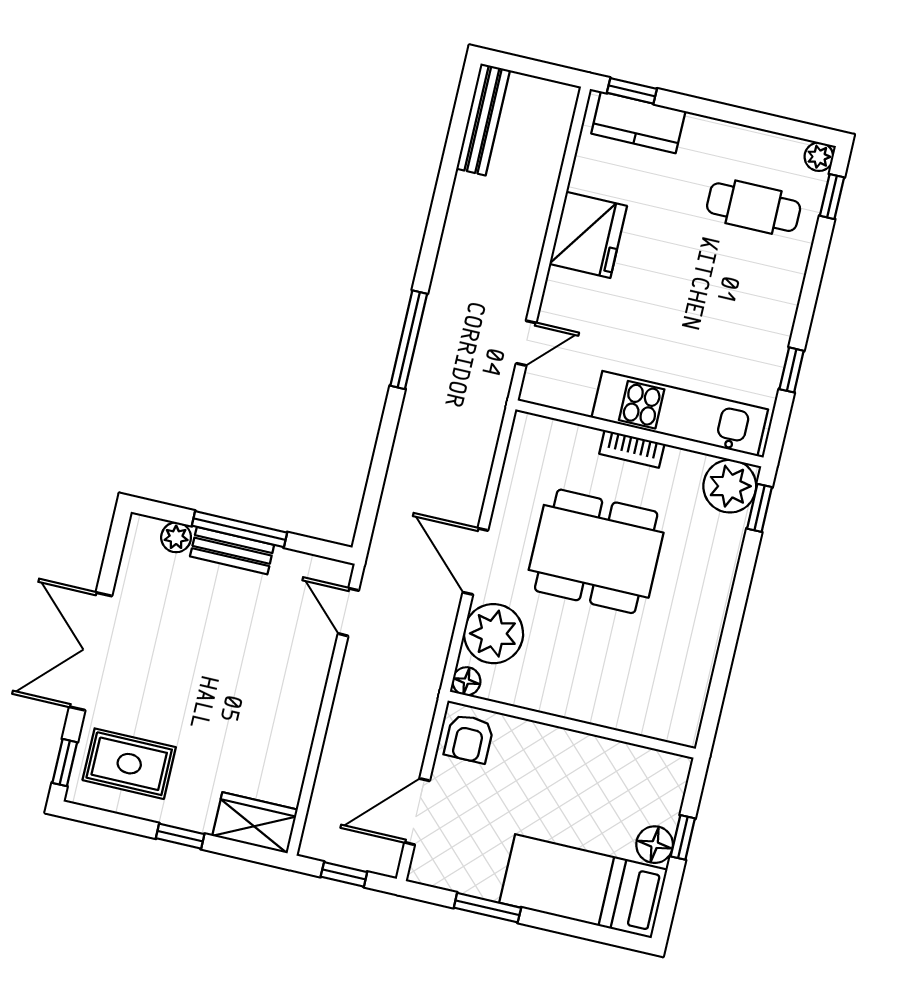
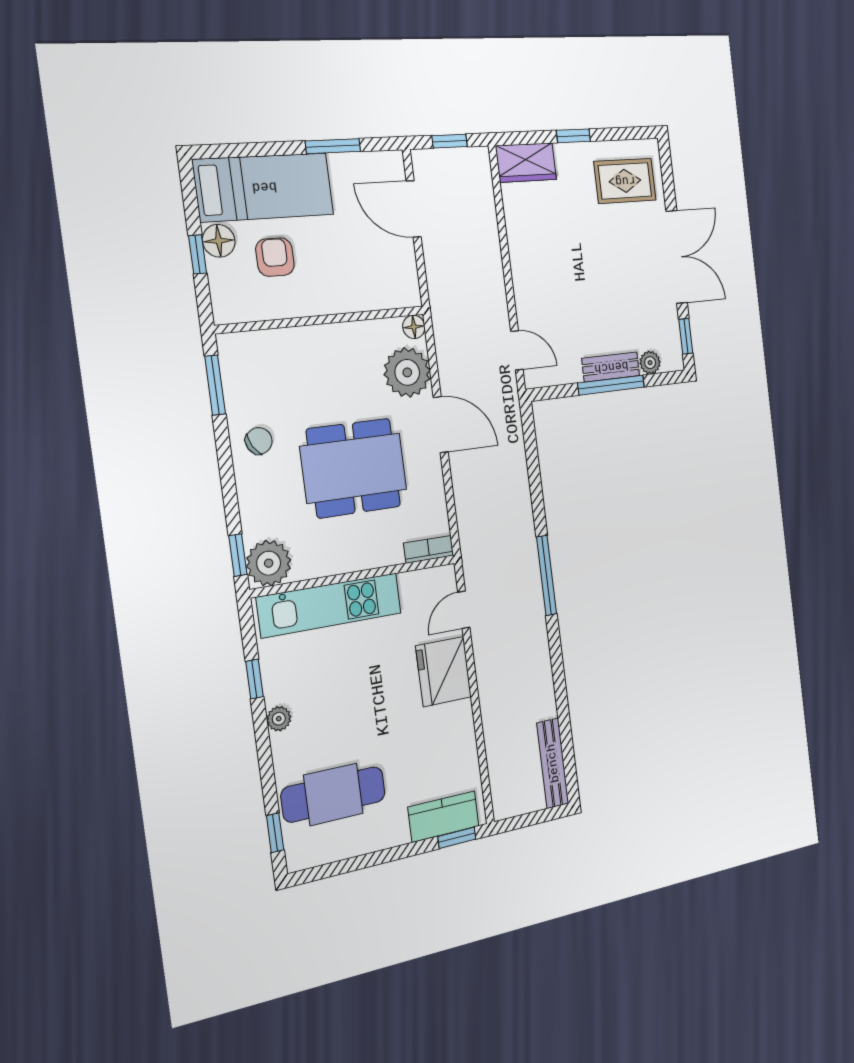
plant: (819, 157) -> (279, 719), moved
cafe table: (754, 207) -> (333, 794), width x1.37, depth x1.35
fridge: (588, 235) -> (444, 672), moved
bookcase: (632, 449) -> (429, 549), moved
chair: (691, 620) -> (259, 441), added
window: (716, 695) -> (215, 385), added
armchair: (469, 738) -> (275, 257), moved
window: (65, 763) -> (686, 336), moved
door: (417, 812) -> (414, 209), swing flipped

